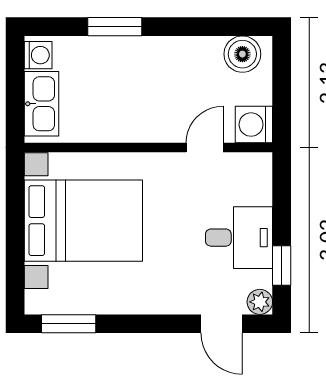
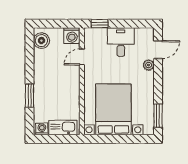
door: (205, 148) -> (82, 57), hinge flipped
window: (282, 265) -> (100, 24), moved
plant: (260, 302) -> (149, 65), moved

